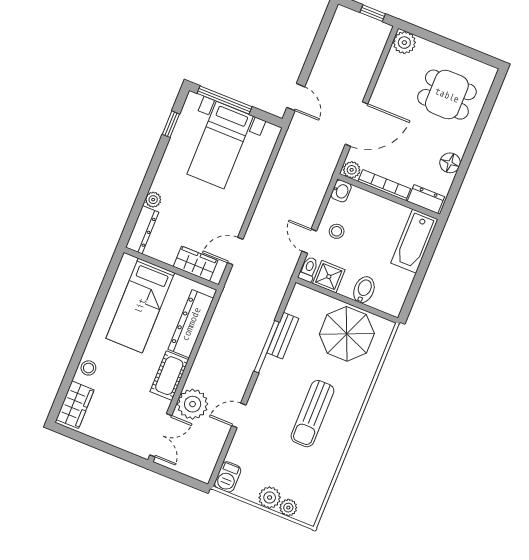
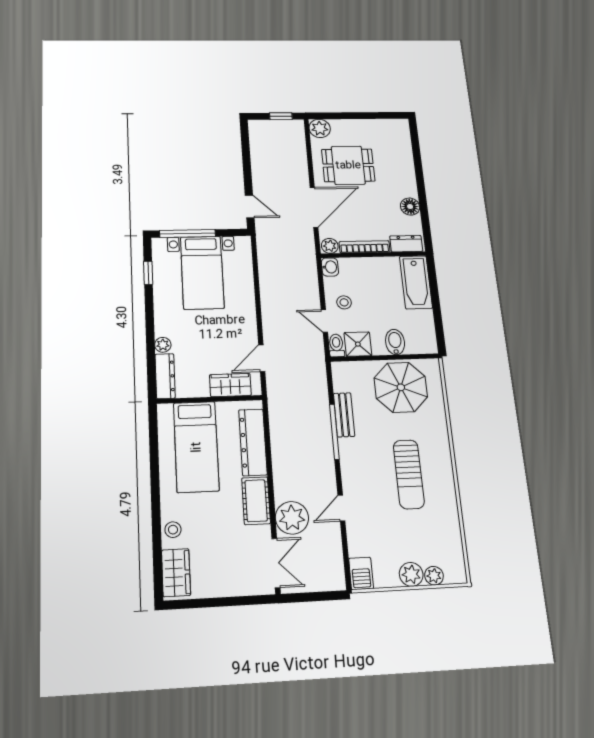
dining table: (447, 95) -> (348, 165), moved

